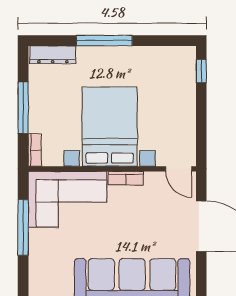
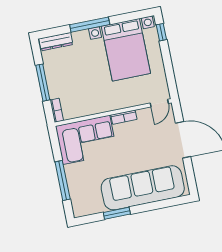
bed with nightstands: (110, 127) -> (126, 50), moved, turned 180
door: (179, 169) -> (159, 103), hinge flipped
window: (23, 227) -> (63, 180), moved

